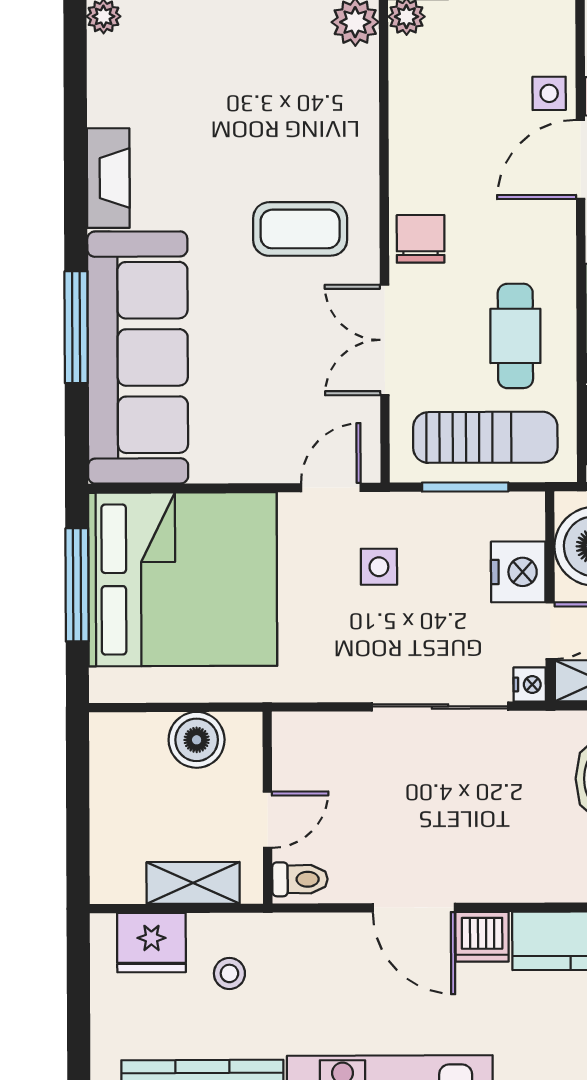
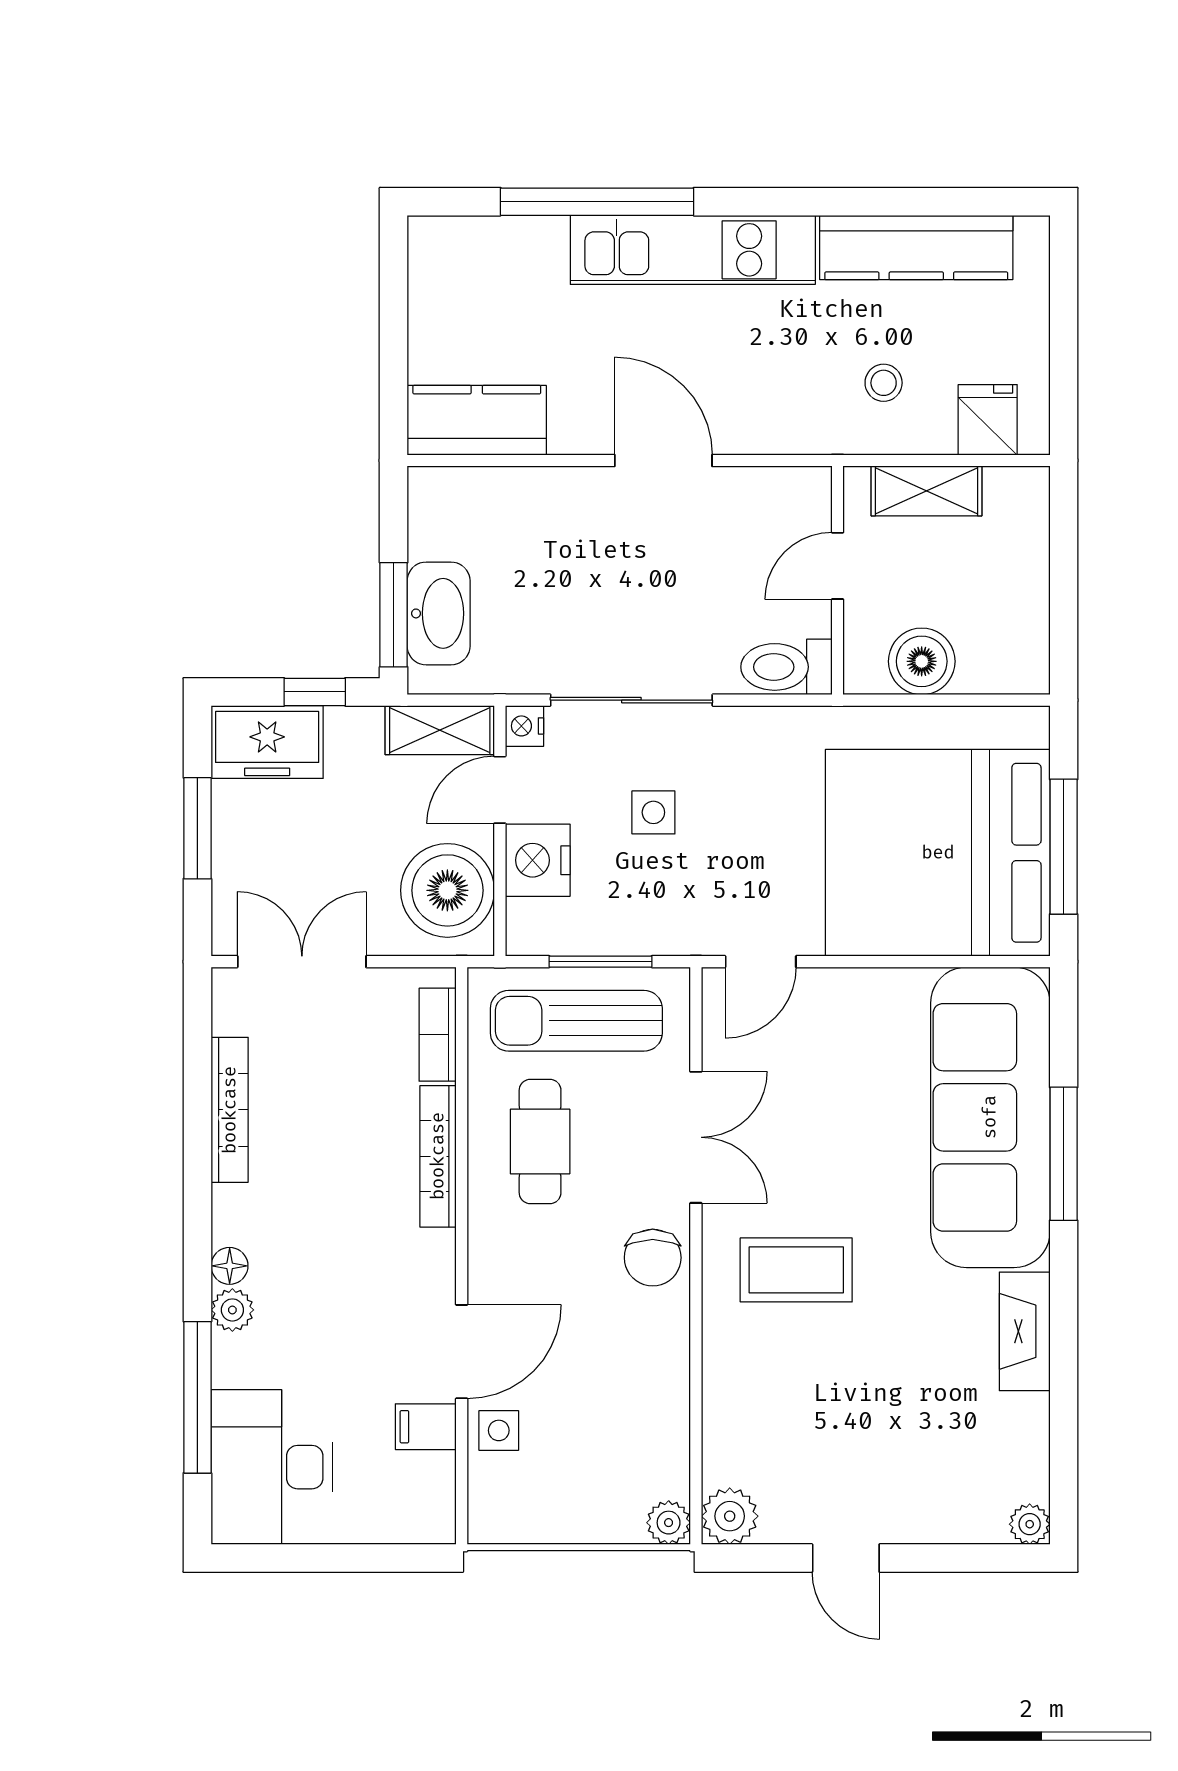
side table: (379, 567) -> (653, 812), moved
toilet: (300, 879) -> (786, 667), moved, width x1.37, depth x1.39
dishwasher: (482, 937) -> (582, 425), removed
fridge: (151, 943) -> (988, 420), width x0.72

